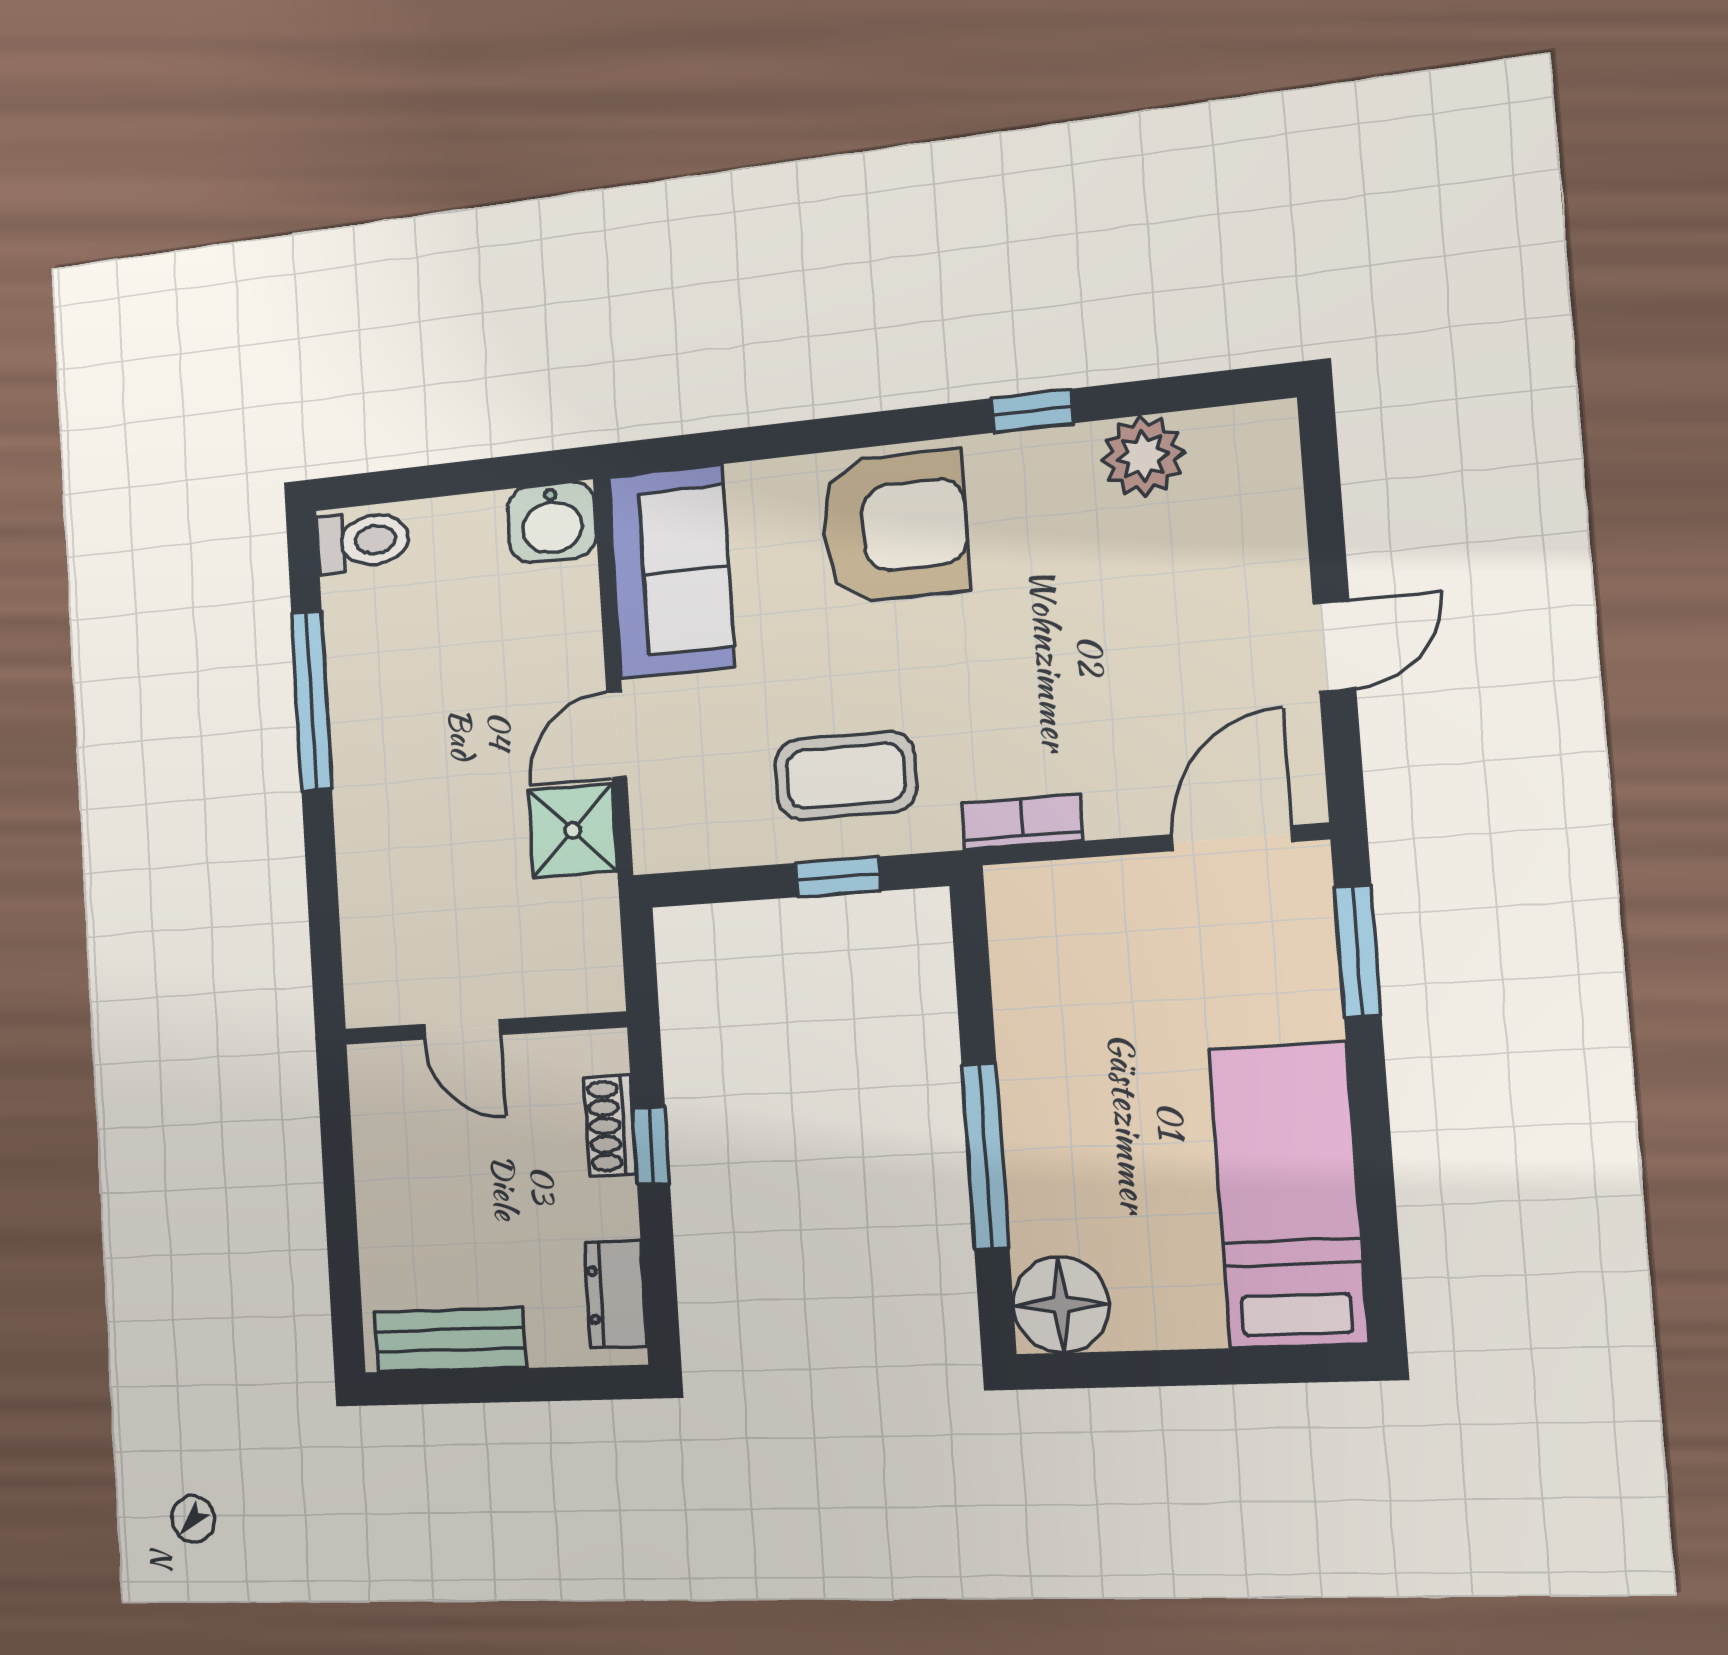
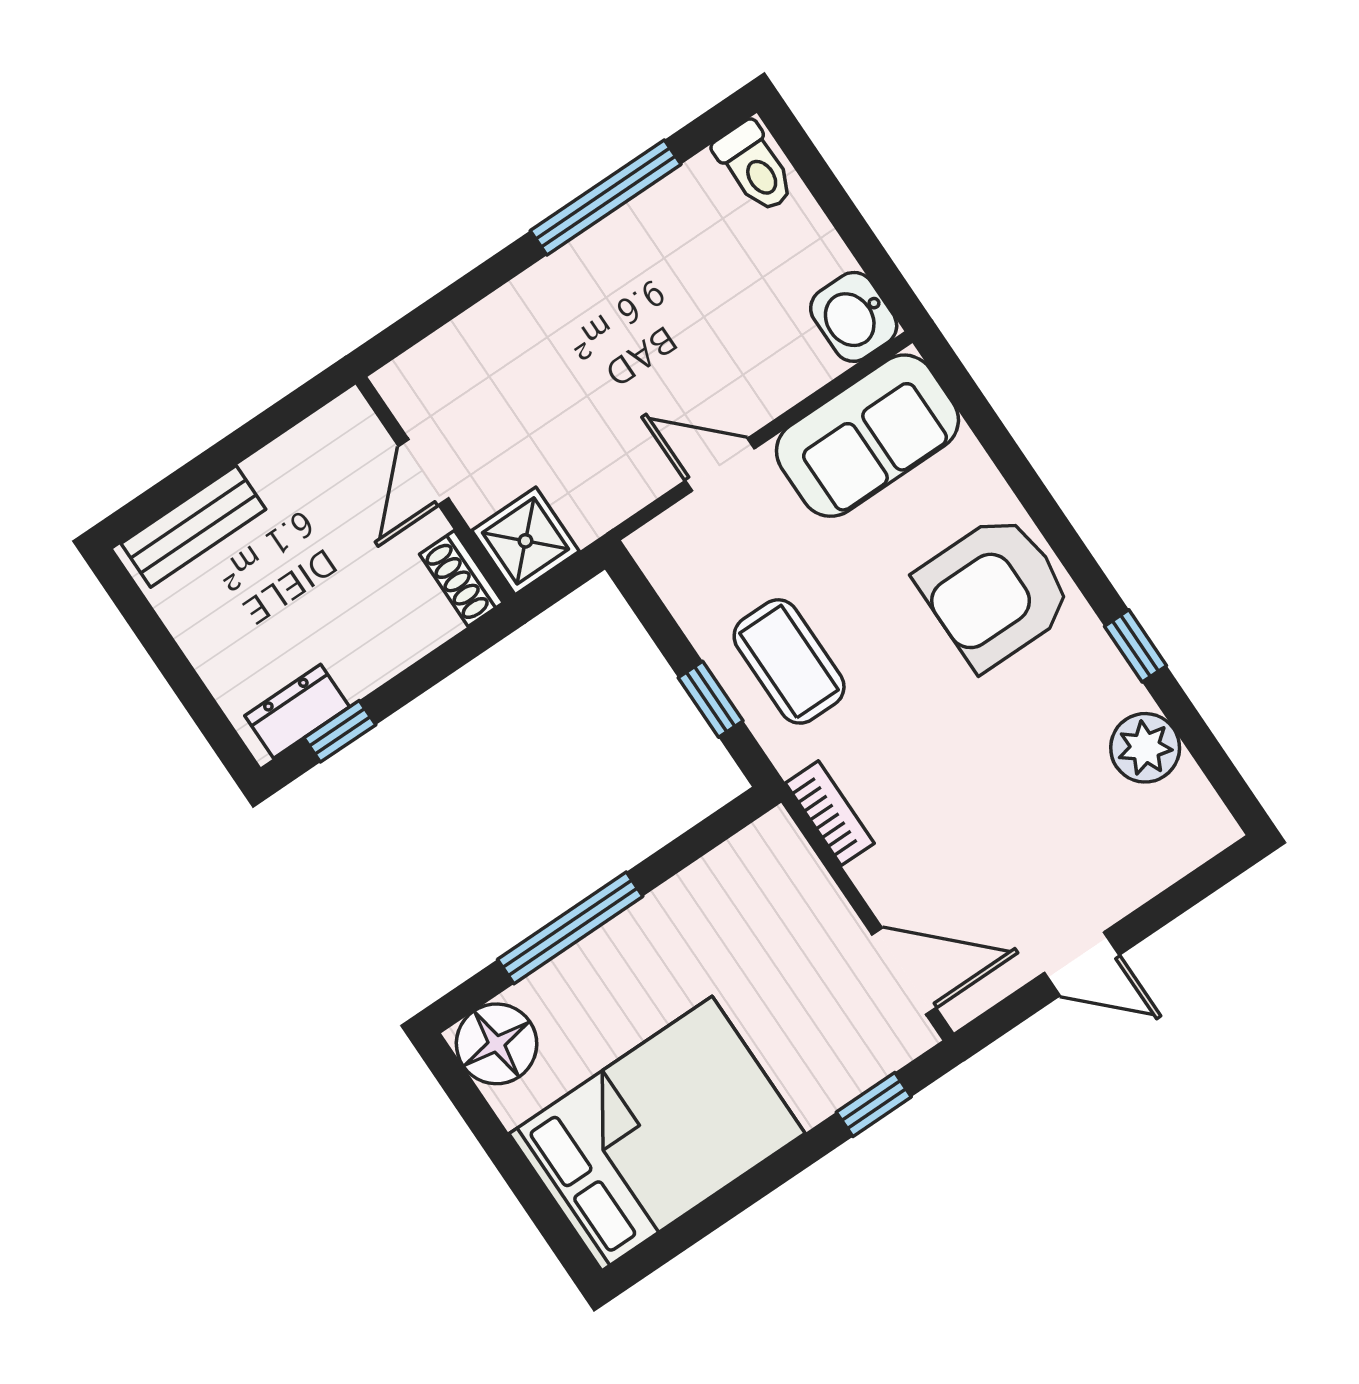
armchair: (895, 527) -> (995, 591), turned 90
shower: (573, 830) -> (525, 541), moved
window: (1358, 951) -> (874, 1105), width x0.67
shoe rack: (610, 1126) -> (461, 578), moved, turned -90
window: (651, 1145) -> (340, 731), moved
bed: (1288, 1196) -> (657, 1134), width x1.50
bench: (450, 1340) -> (193, 526), moved, turned 90

